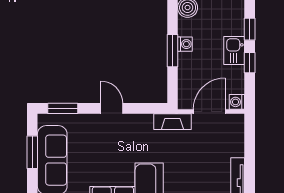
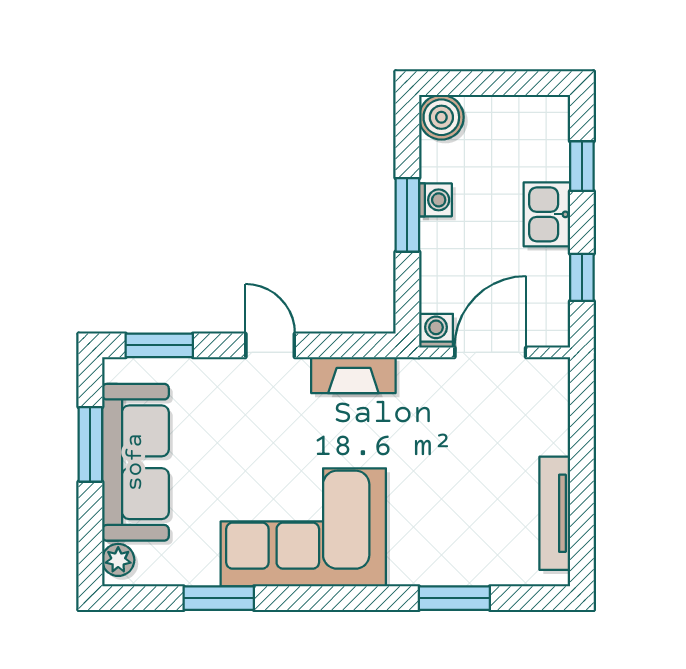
window: (250, 63) -> (582, 277), moved
washing machine: (237, 102) -> (436, 331), moved, turned 90
fireplace: (172, 122) -> (353, 375), moved

